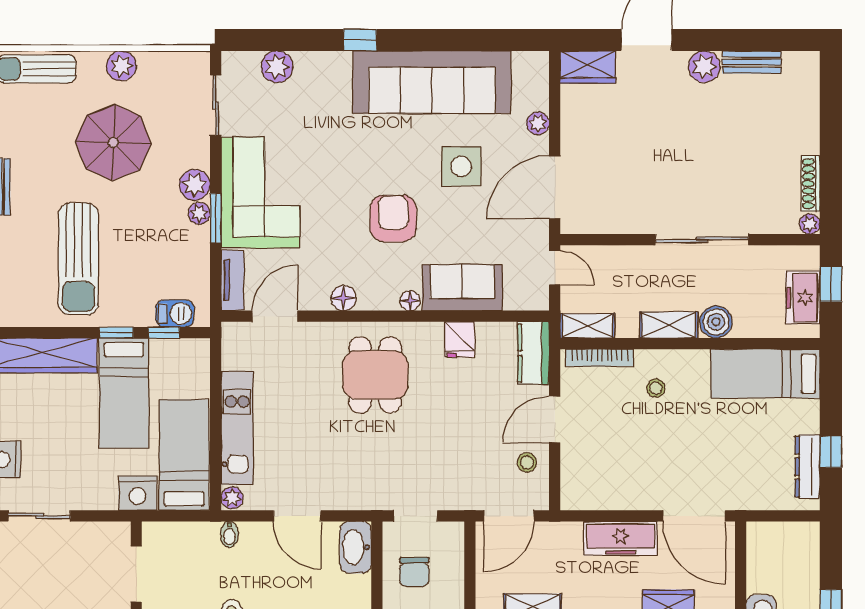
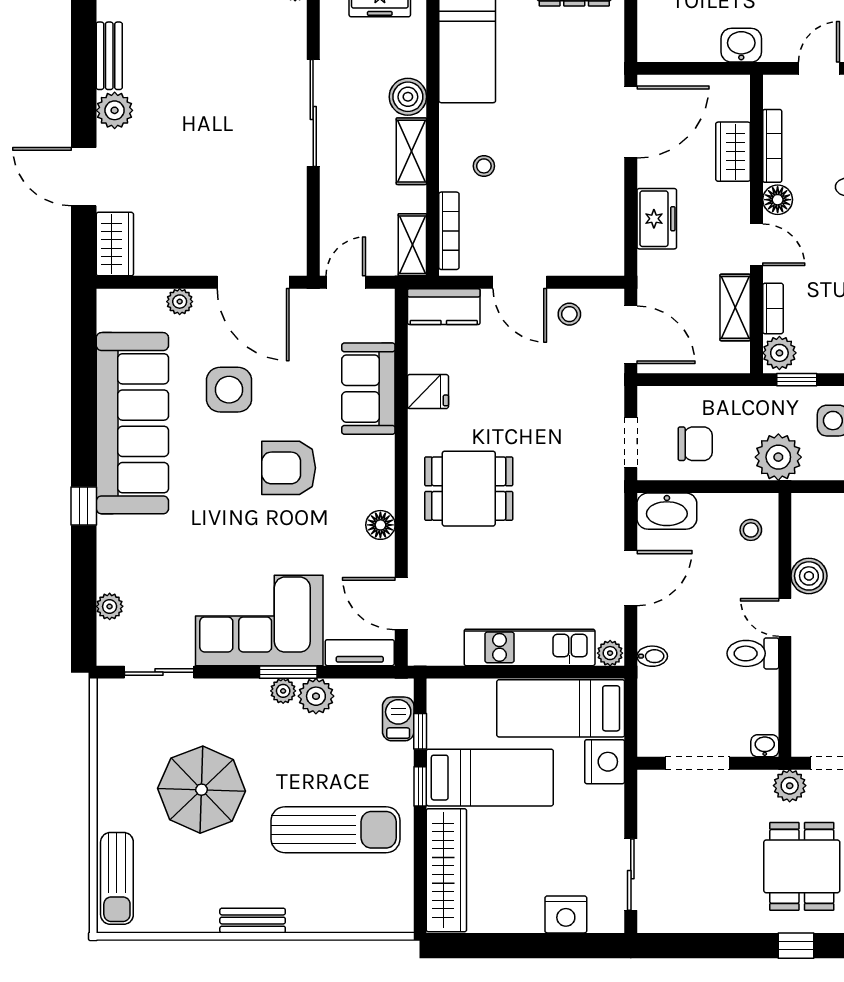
plant: (121, 66) -> (114, 780), removed
plant: (277, 67) -> (110, 606), width x0.73, depth x0.73
plant: (195, 185) -> (316, 696), moved
floor lamp: (410, 301) -> (383, 449), removed
freezer: (620, 538) -> (657, 219), width x0.71

